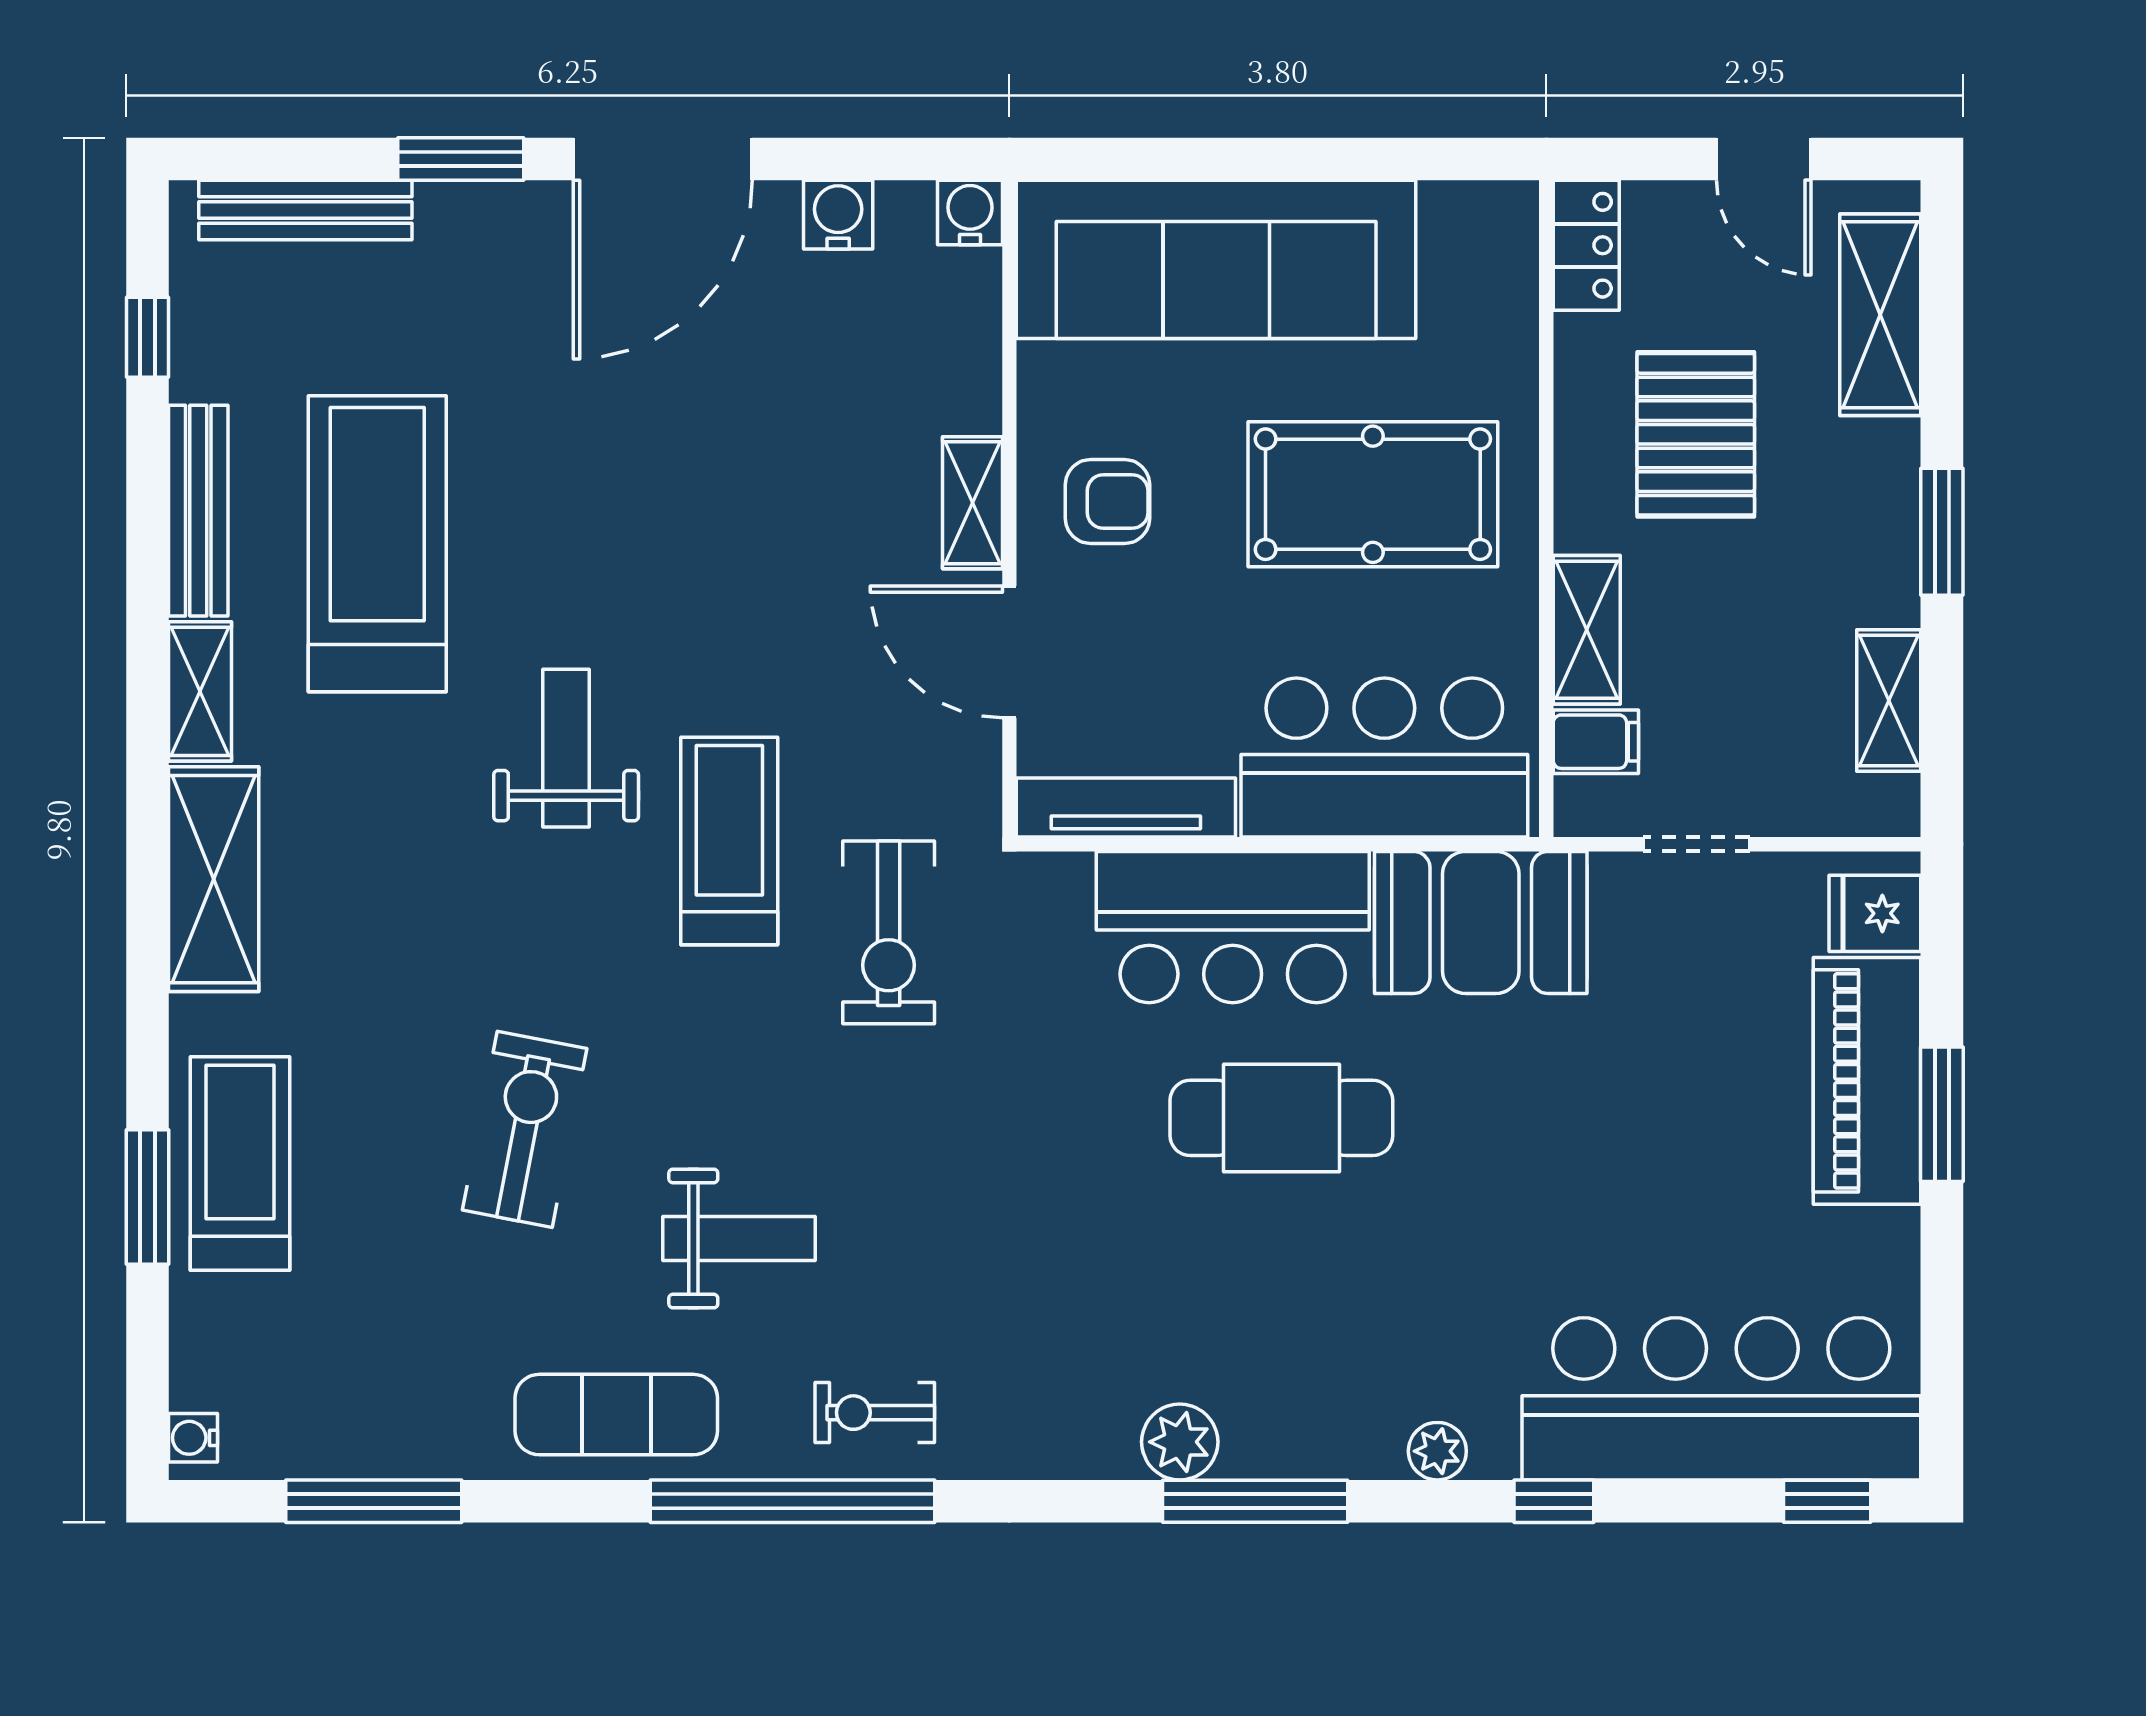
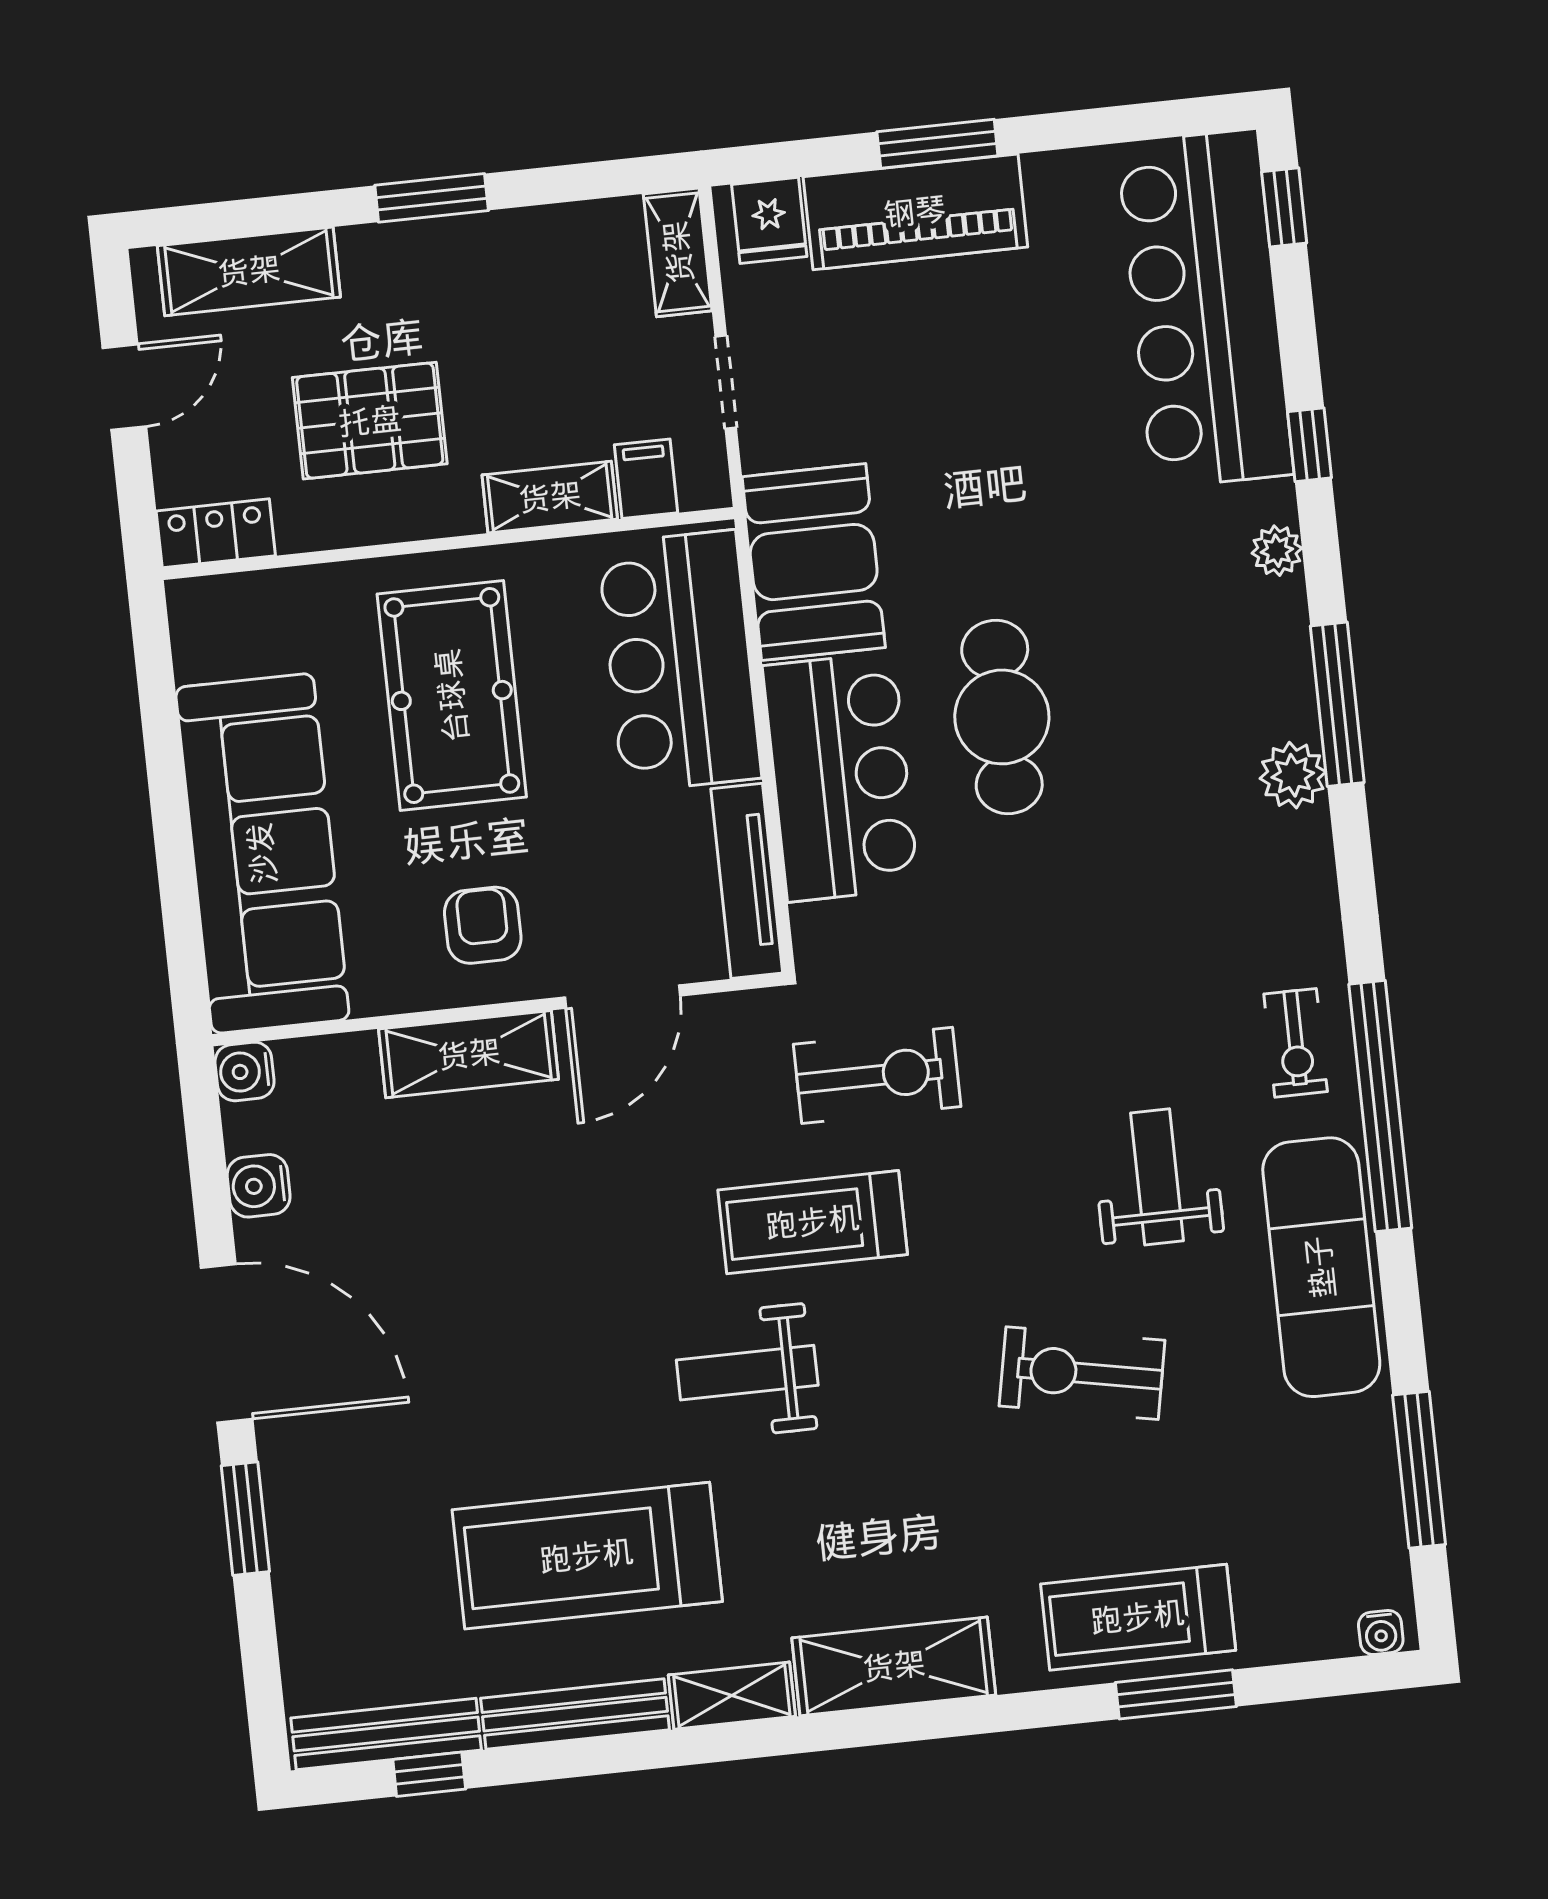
bench: (305, 210) -> (386, 1734), moved, turned 90
shelving: (973, 503) -> (469, 1054), width x1.50, depth x1.33
shelving: (1889, 700) -> (678, 252), moved, turned 90
exercise mat: (616, 1415) -> (1321, 1267), width x1.36, depth x1.45

